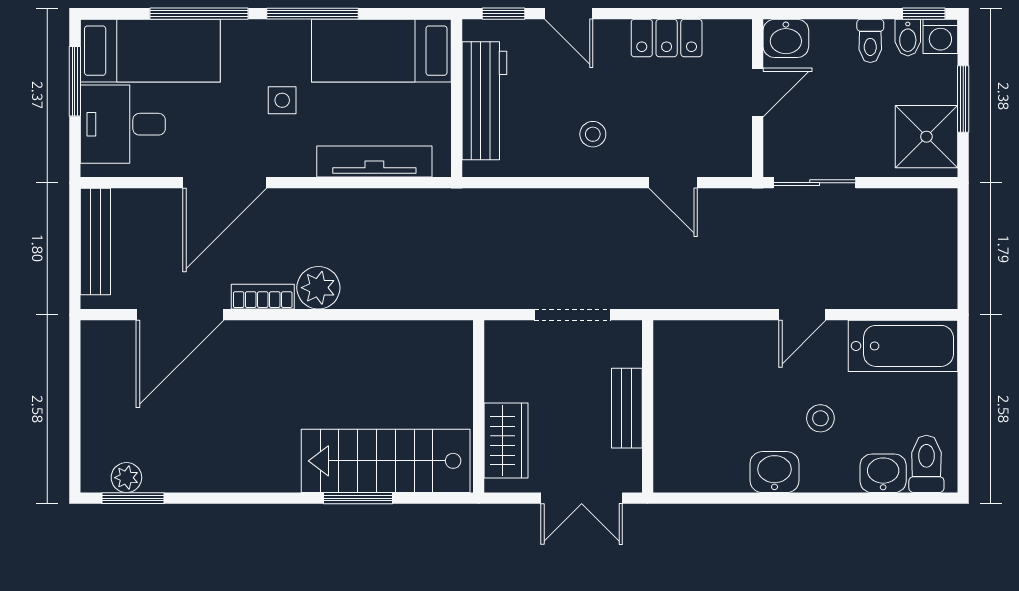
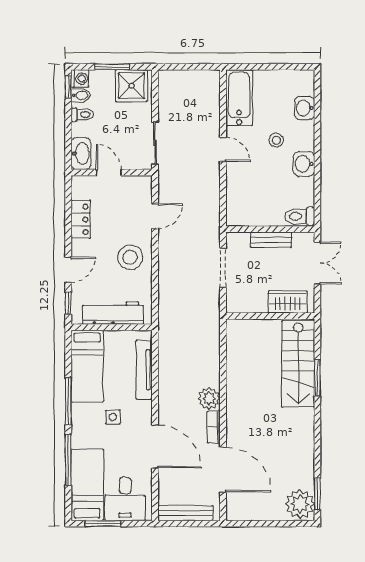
washbasin: (786, 38) -> (81, 154), width x1.38
stool: (593, 134) -> (130, 257), width x1.89, depth x1.89
toilet: (926, 464) -> (300, 216), moved
plant: (126, 478) -> (300, 504), width x1.88, depth x1.88

